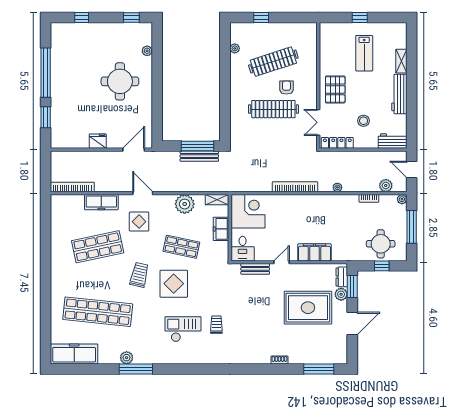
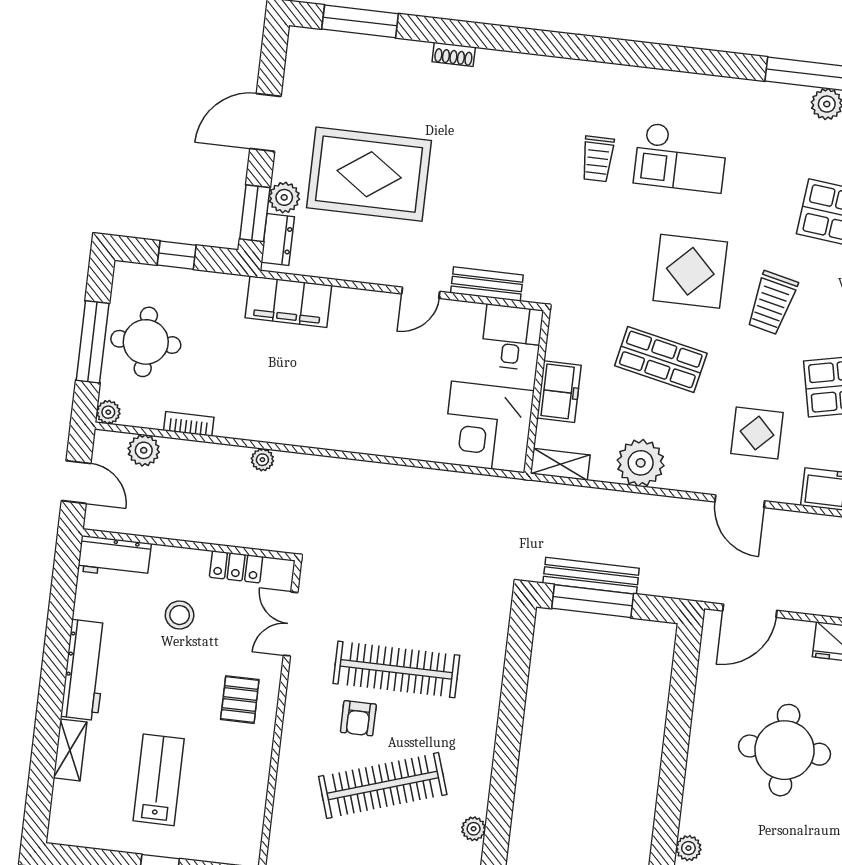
round table: (120, 81) -> (785, 750), moved
pallet: (335, 89) -> (240, 700), width x0.67, depth x0.71
double door: (318, 122) -> (291, 624), swing flipped
locker: (337, 143) -> (236, 567), width x0.66
bookcase: (295, 187) -> (366, 473), removed
round table: (381, 244) -> (146, 342), moved
filing cabinet: (315, 252) -> (288, 302), moved

